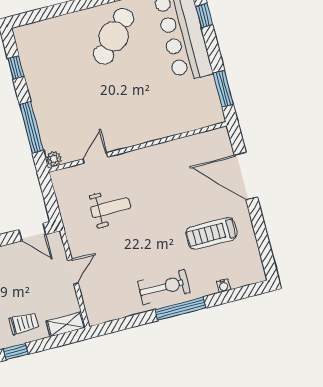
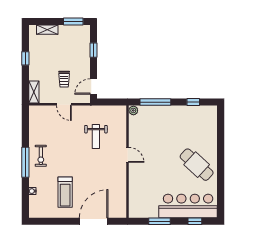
window: (223, 89) -> (160, 221), moved
door: (95, 158) -> (128, 155), moved
treadmill: (211, 233) -> (65, 192), turned 180
exercise bike: (164, 287) -> (41, 156), width x0.73, depth x0.72
trolley: (24, 323) -> (64, 79), moved

